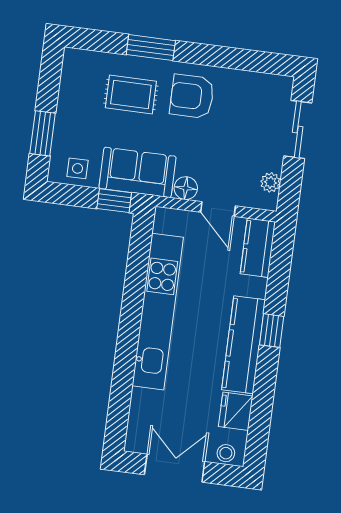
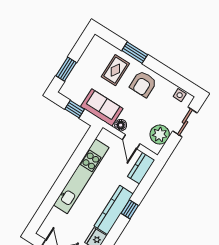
rug: (131, 94) -> (115, 70), turned 90
armchair: (192, 96) -> (143, 84), turned -90
side table: (78, 168) -> (180, 95), moved
plant: (270, 182) -> (160, 135), width x1.88, depth x1.88
window: (114, 201) -> (75, 109), moved

